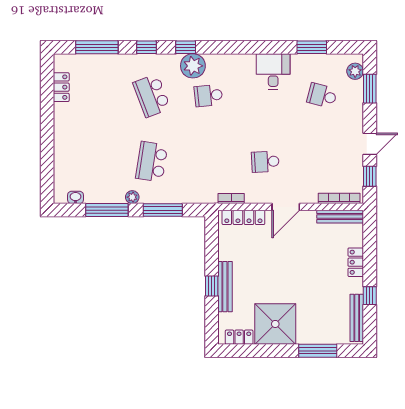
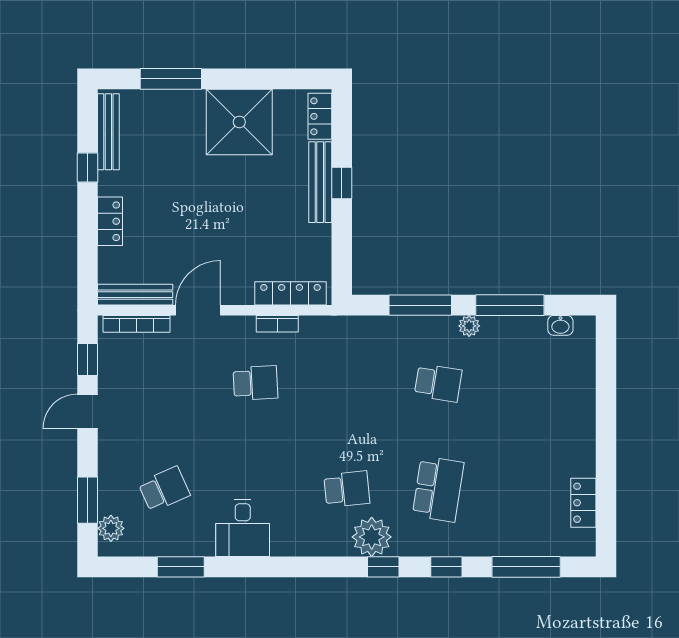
school desk: (152, 96) -> (438, 489), turned 30
school desk: (322, 96) -> (164, 489), turned -39
school desk: (152, 162) -> (438, 383), width x0.54
bookcase: (231, 199) -> (277, 324), moved
door: (286, 207) -> (198, 310), moved
locker: (239, 337) -> (320, 116), moved, turned 90

